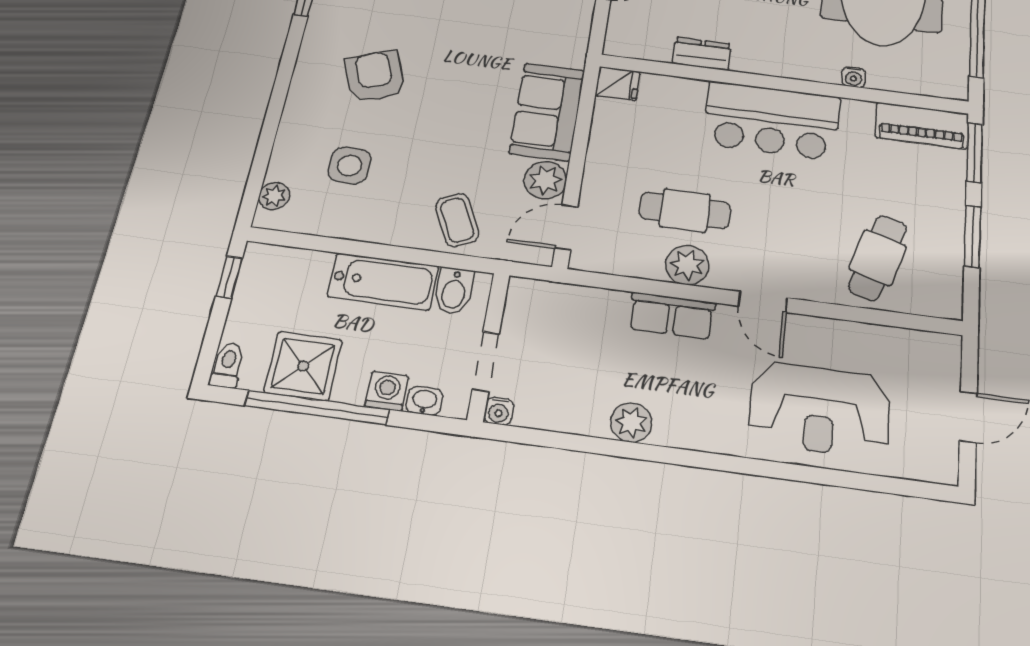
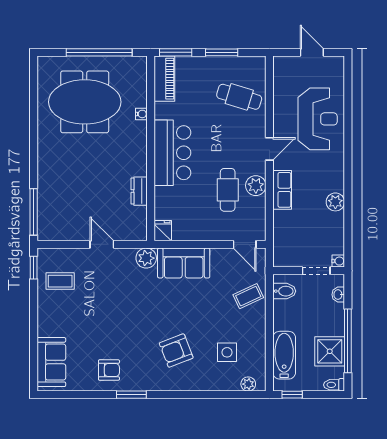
plant: (545, 180) -> (146, 258), moved
bathtub: (383, 281) -> (284, 355), moved
washing machine: (387, 391) -> (336, 312), removed

